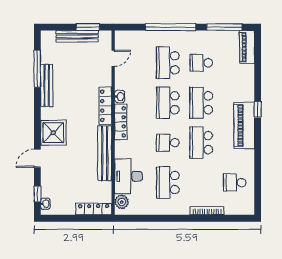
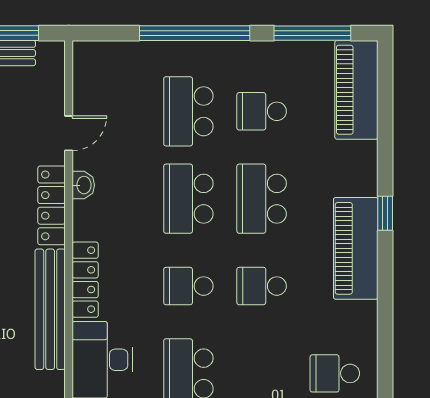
piano: (247, 47) -> (356, 90), width x1.37, depth x1.33
door: (113, 58) -> (69, 133), moved
locker: (121, 122) -> (85, 280), moved
school desk: (201, 143) -> (262, 286), width x0.54

